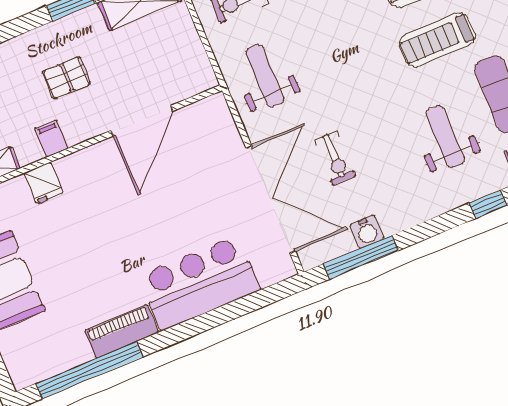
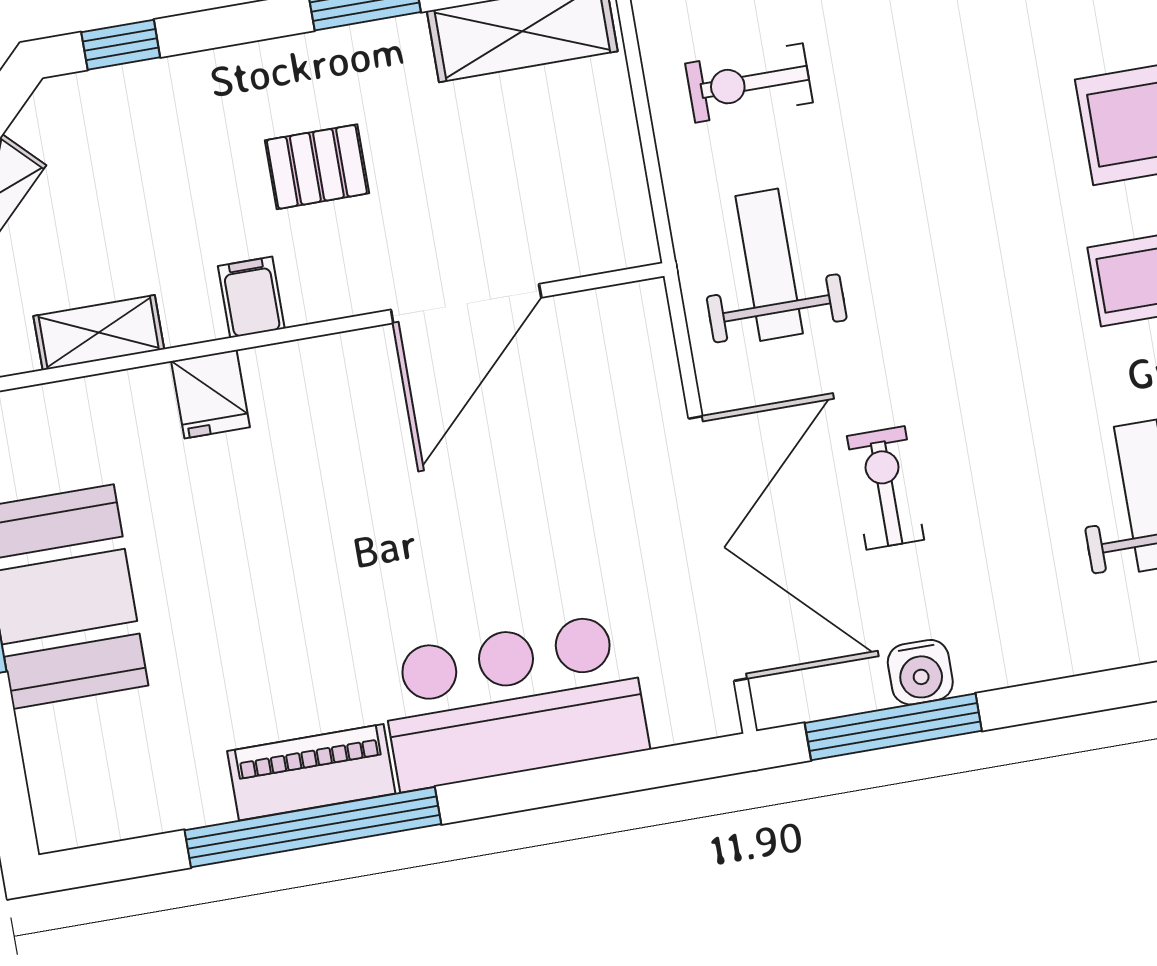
exercise bike: (335, 158) -> (886, 488), turned 180
window: (89, 370) -> (313, 827), moved

